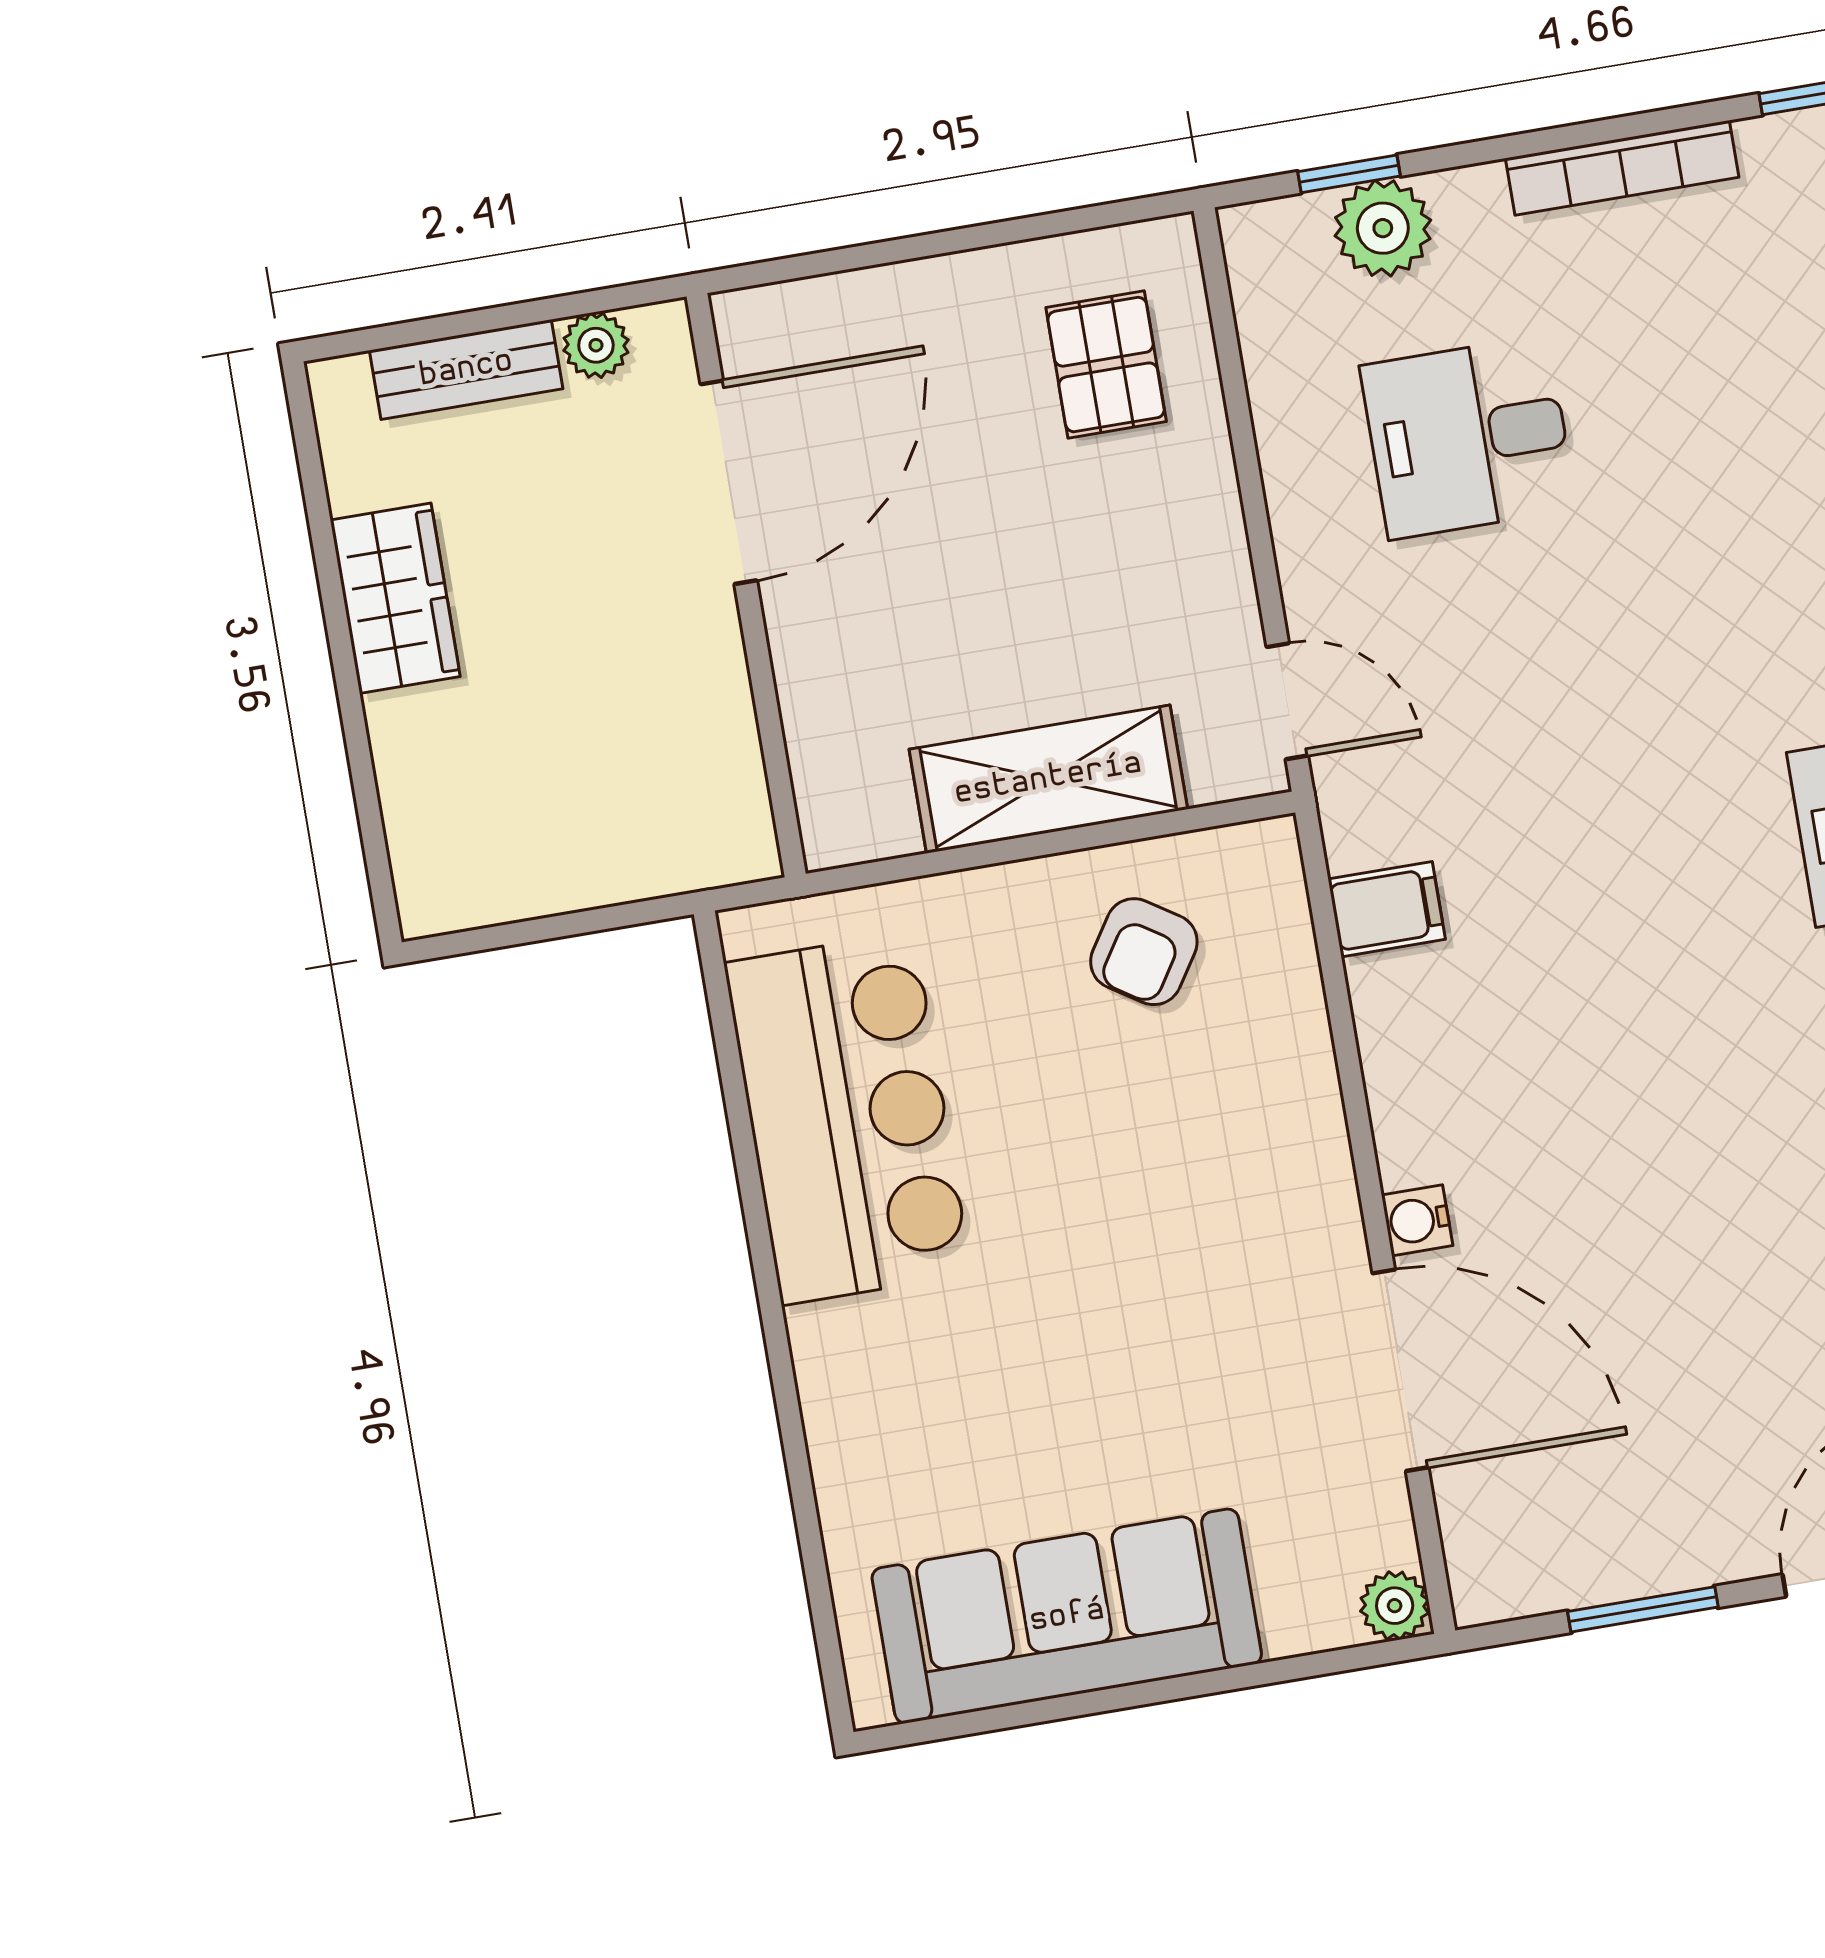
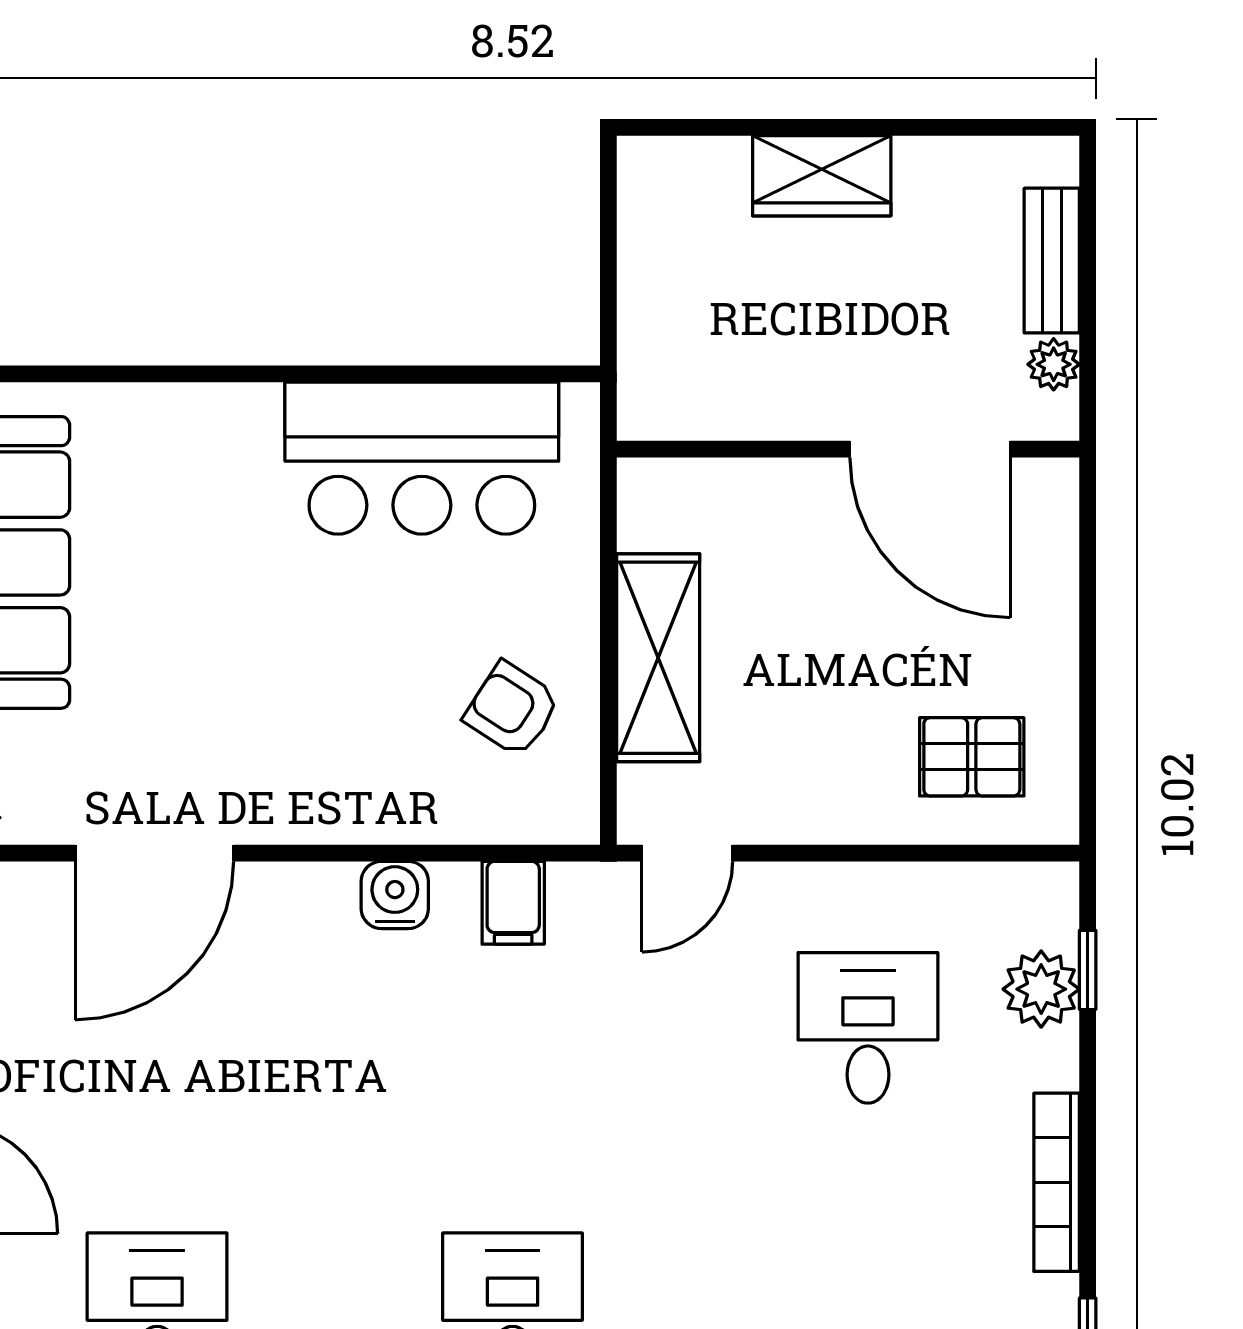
wardrobe: (395, 598) -> (822, 176), moved
water cooler: (1417, 1220) -> (395, 895), moved, width x1.38, depth x1.38

